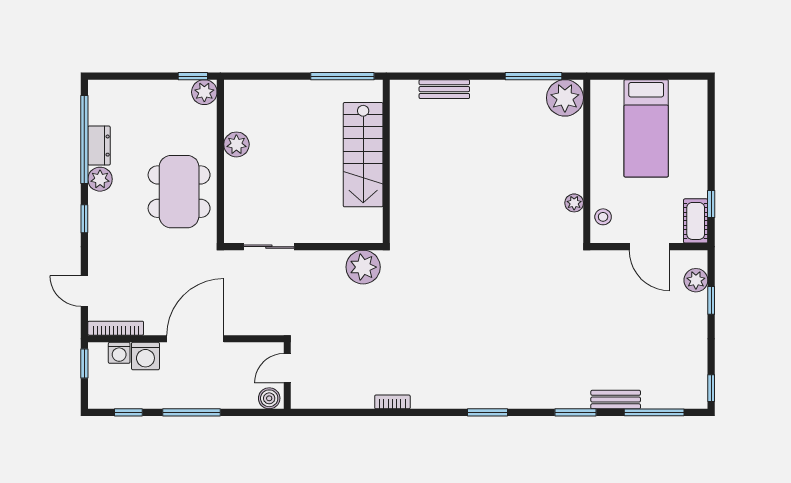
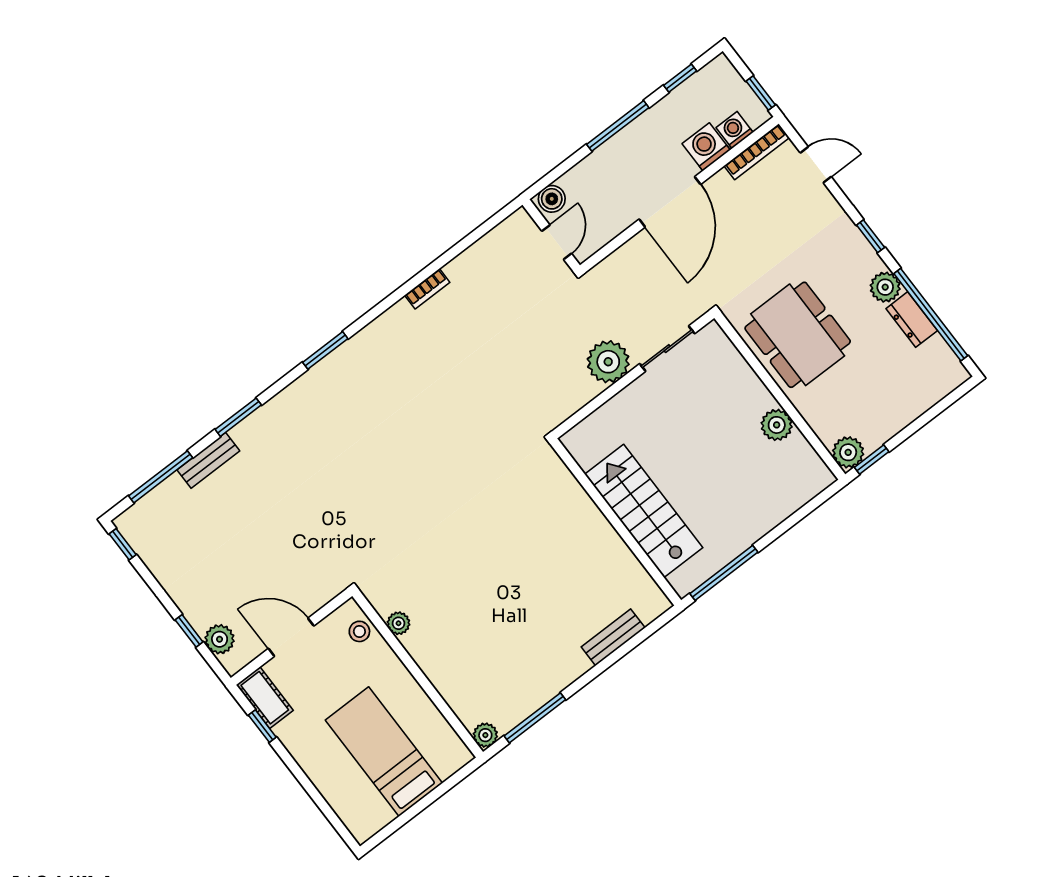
plant: (565, 98) -> (485, 735), width x0.53, depth x0.53
plant: (363, 267) -> (608, 362), moved

